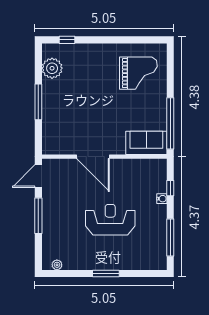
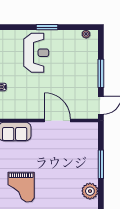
grand piano: (138, 73) -> (21, 187), turned -90
reception desk: (110, 220) -> (36, 53), moved, turned -90

